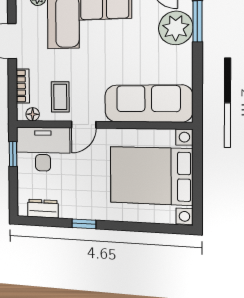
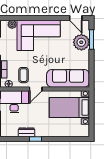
bed with nightstands: (151, 176) -> (69, 107), width x0.73
dresser: (43, 209) -> (27, 132), moved

